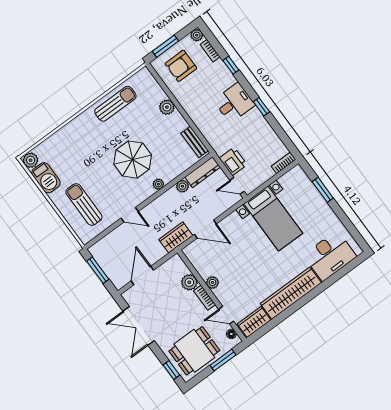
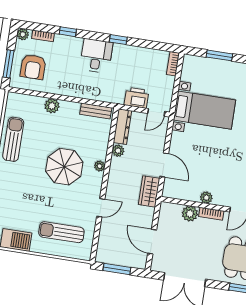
door: (205, 229) -> (164, 165), hinge flipped

